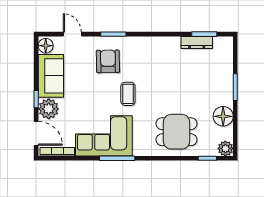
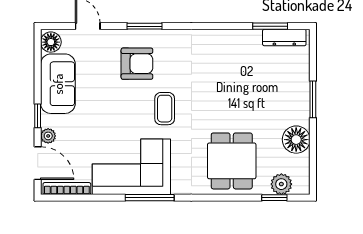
dresser: (197, 42) -> (284, 37), moved
armchair: (108, 61) -> (137, 64), turned 91
plant: (49, 109) -> (48, 136), width x0.53, depth x0.53
dining table: (177, 132) -> (232, 161), turned 90
plant: (225, 148) -> (281, 184), moved

